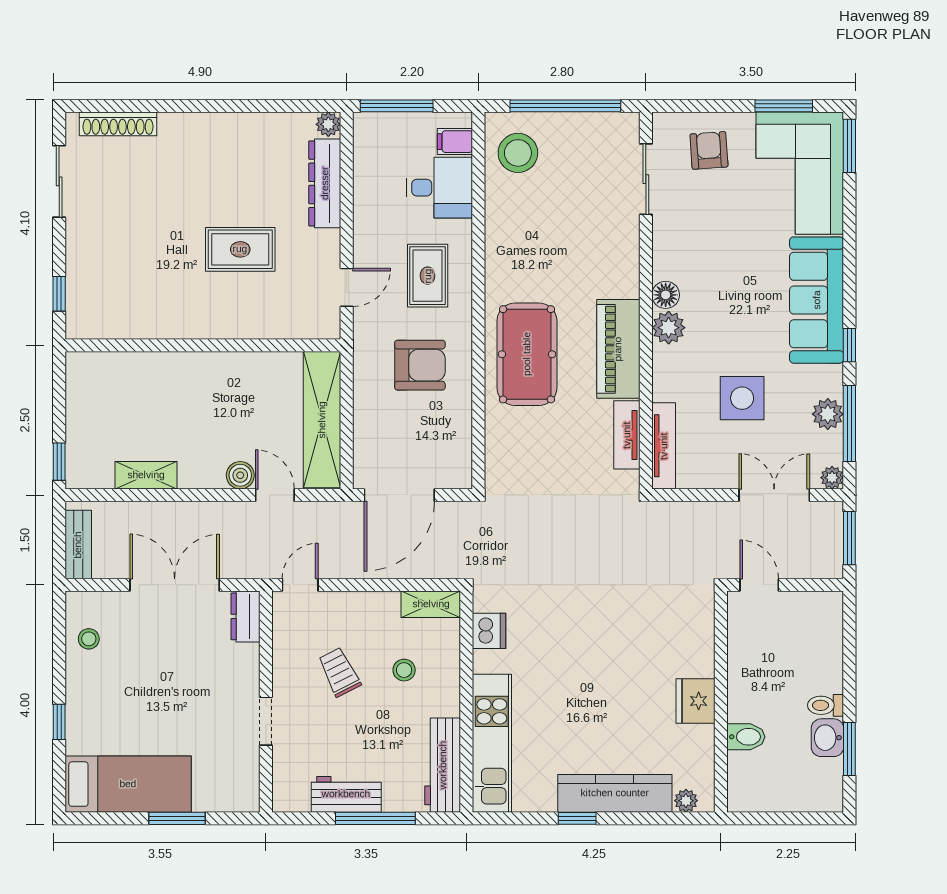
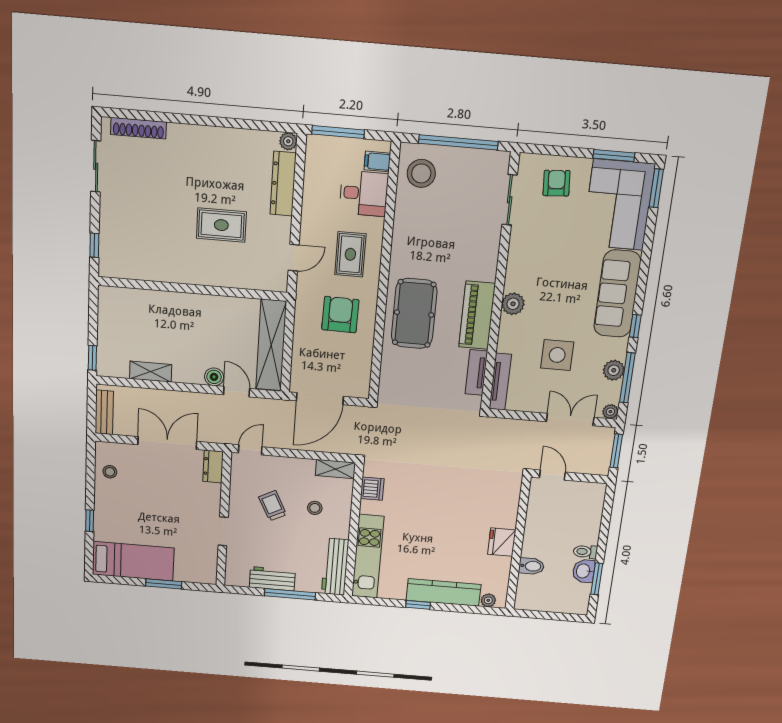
floor lamp: (666, 295) -> (514, 281), removed
armchair: (420, 365) -> (340, 315), turned -89

